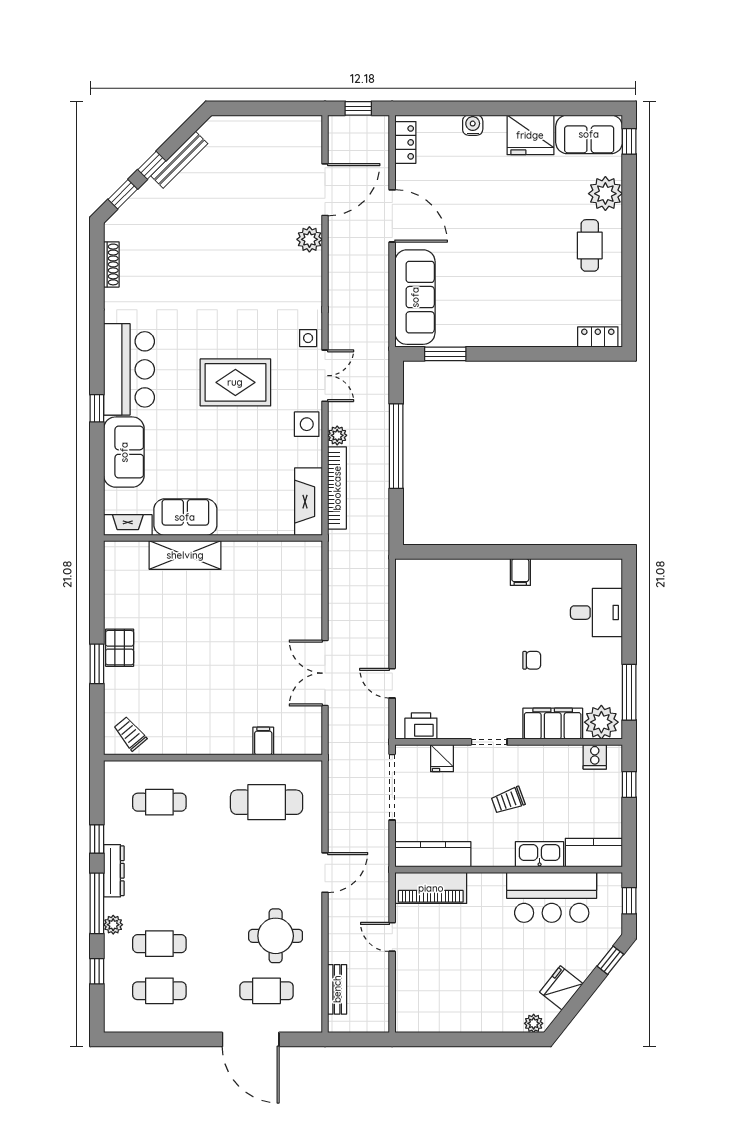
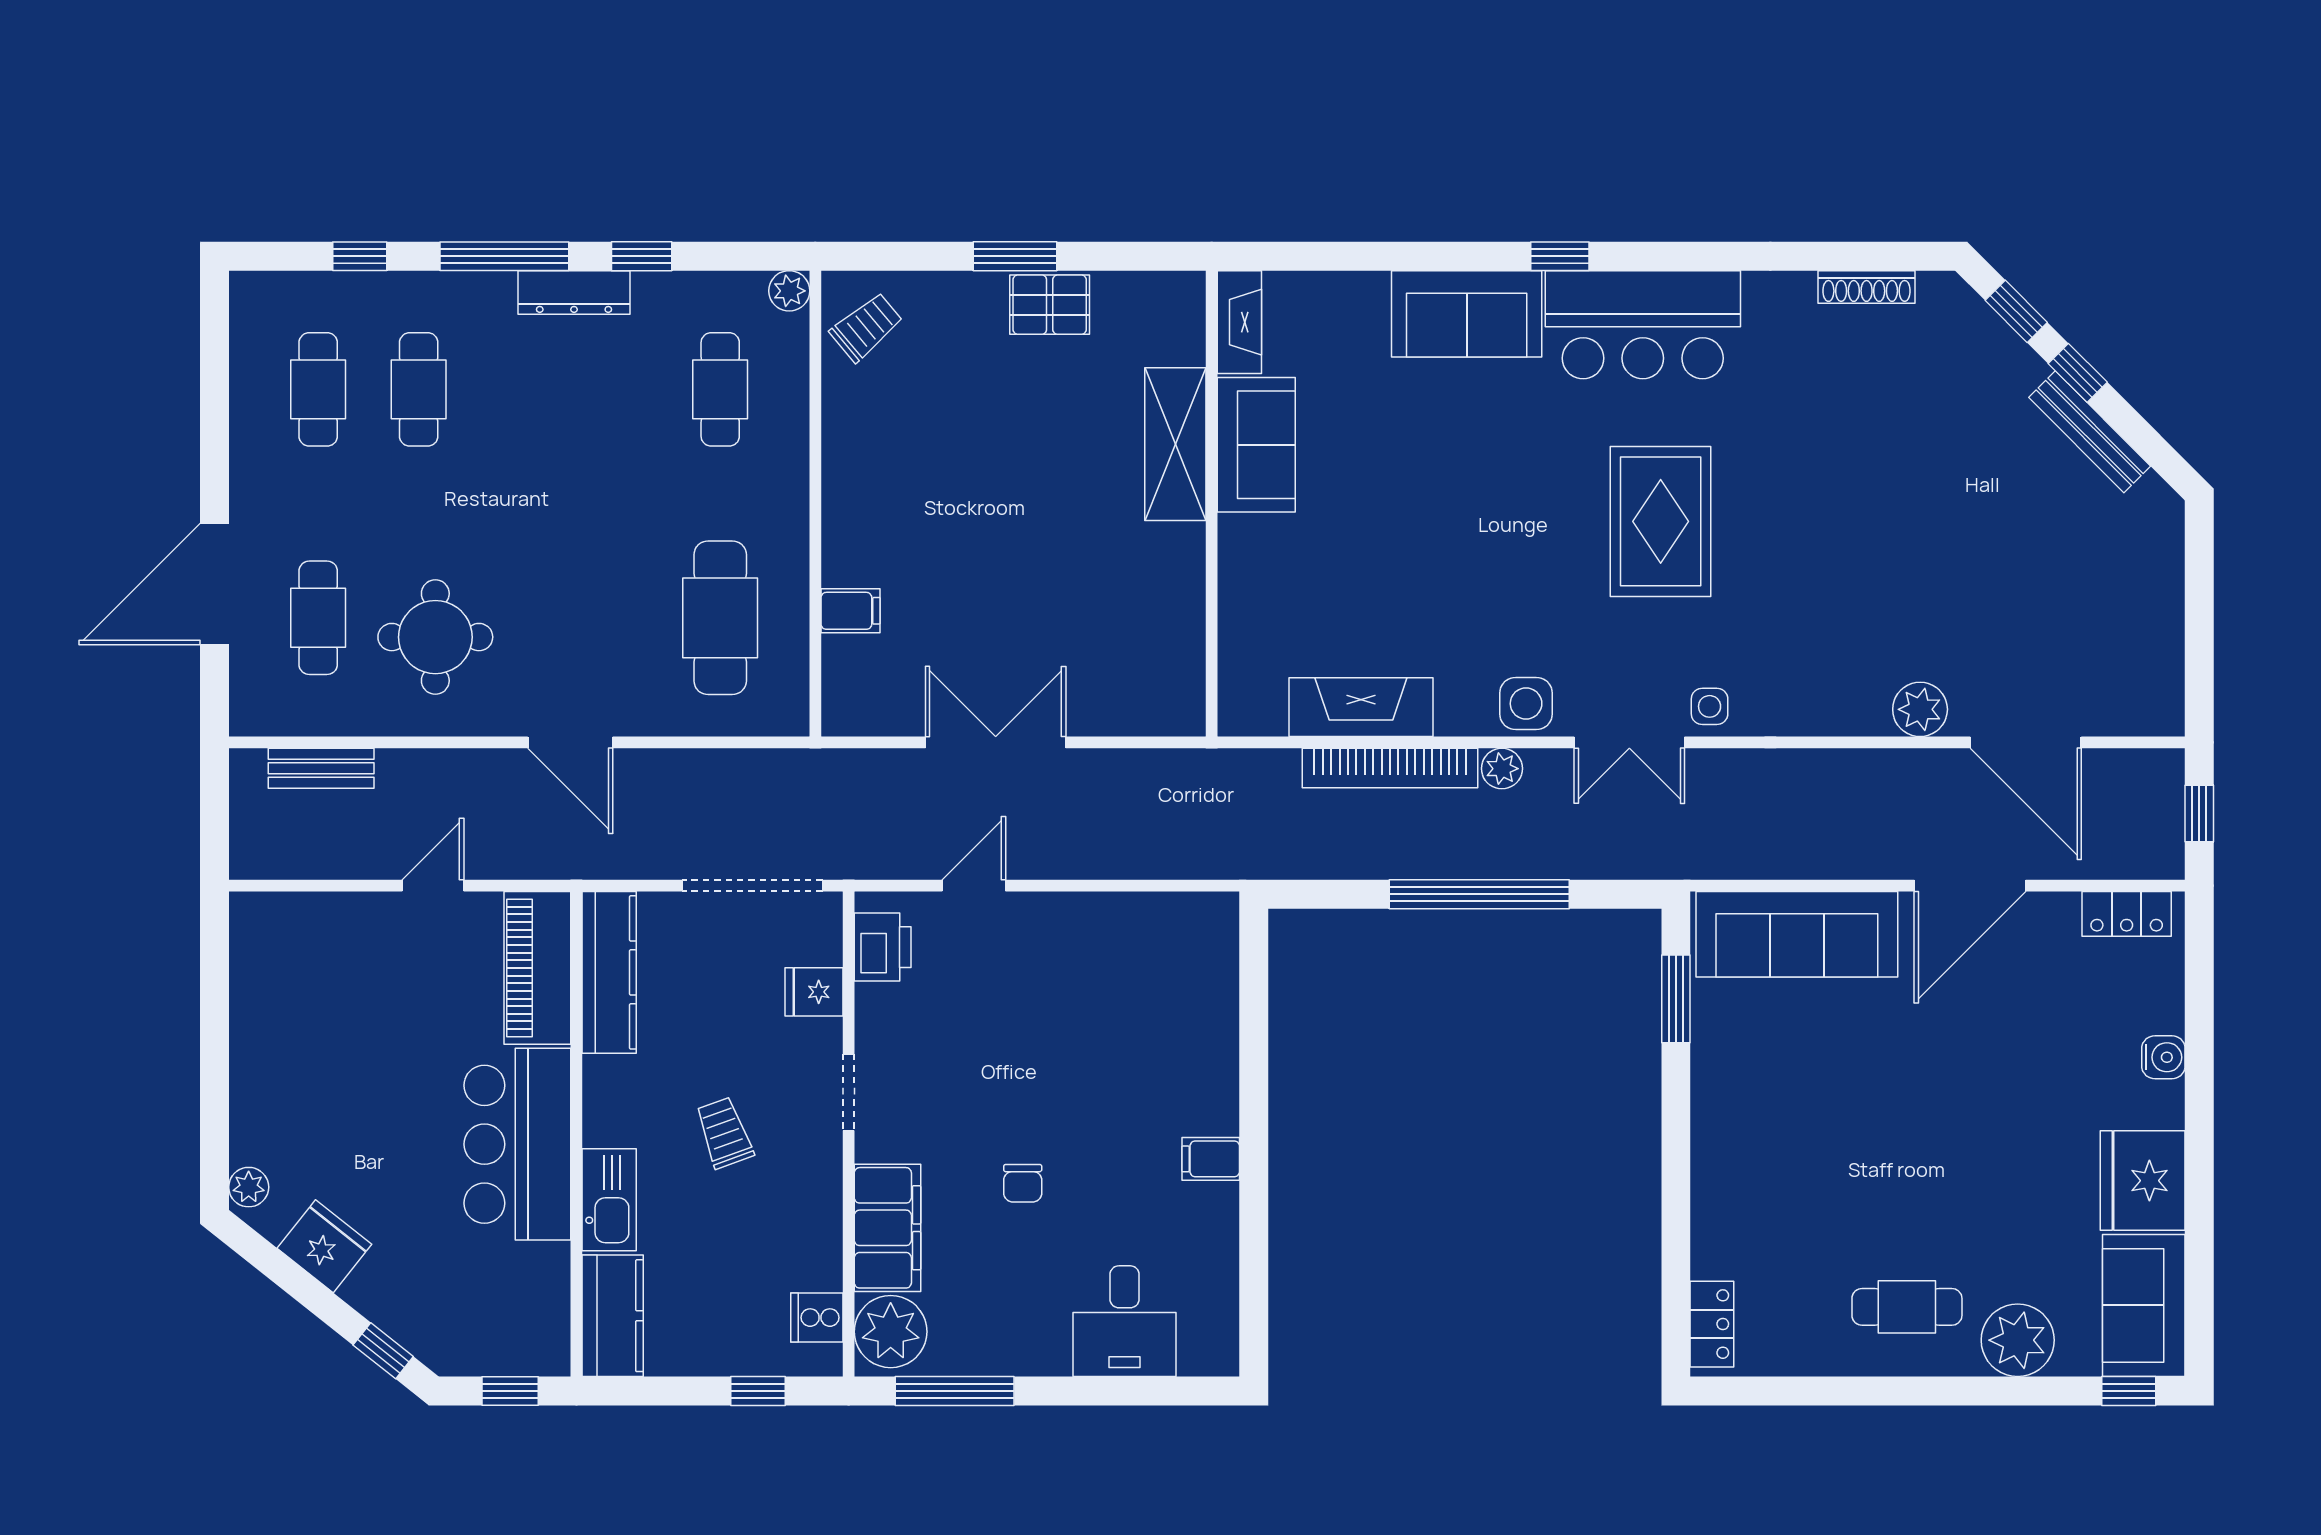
rug: (235, 382) -> (1661, 521), moved
sofa: (185, 517) -> (1256, 445), moved
fireplace: (128, 525) -> (1239, 322), moved
wall: (213, 538) -> (1212, 504), moved
shelving: (185, 555) -> (1175, 444), moved
bar counter: (552, 897) -> (517, 1144), moved
plant: (113, 925) -> (789, 291), moved

